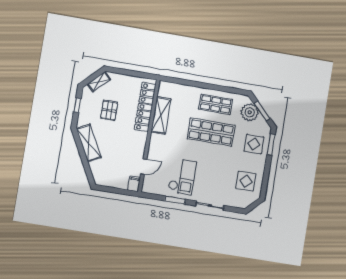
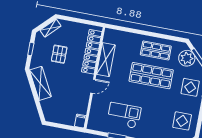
door: (144, 167) -> (93, 86), moved
checkout: (182, 177) -> (124, 115), turned -90

